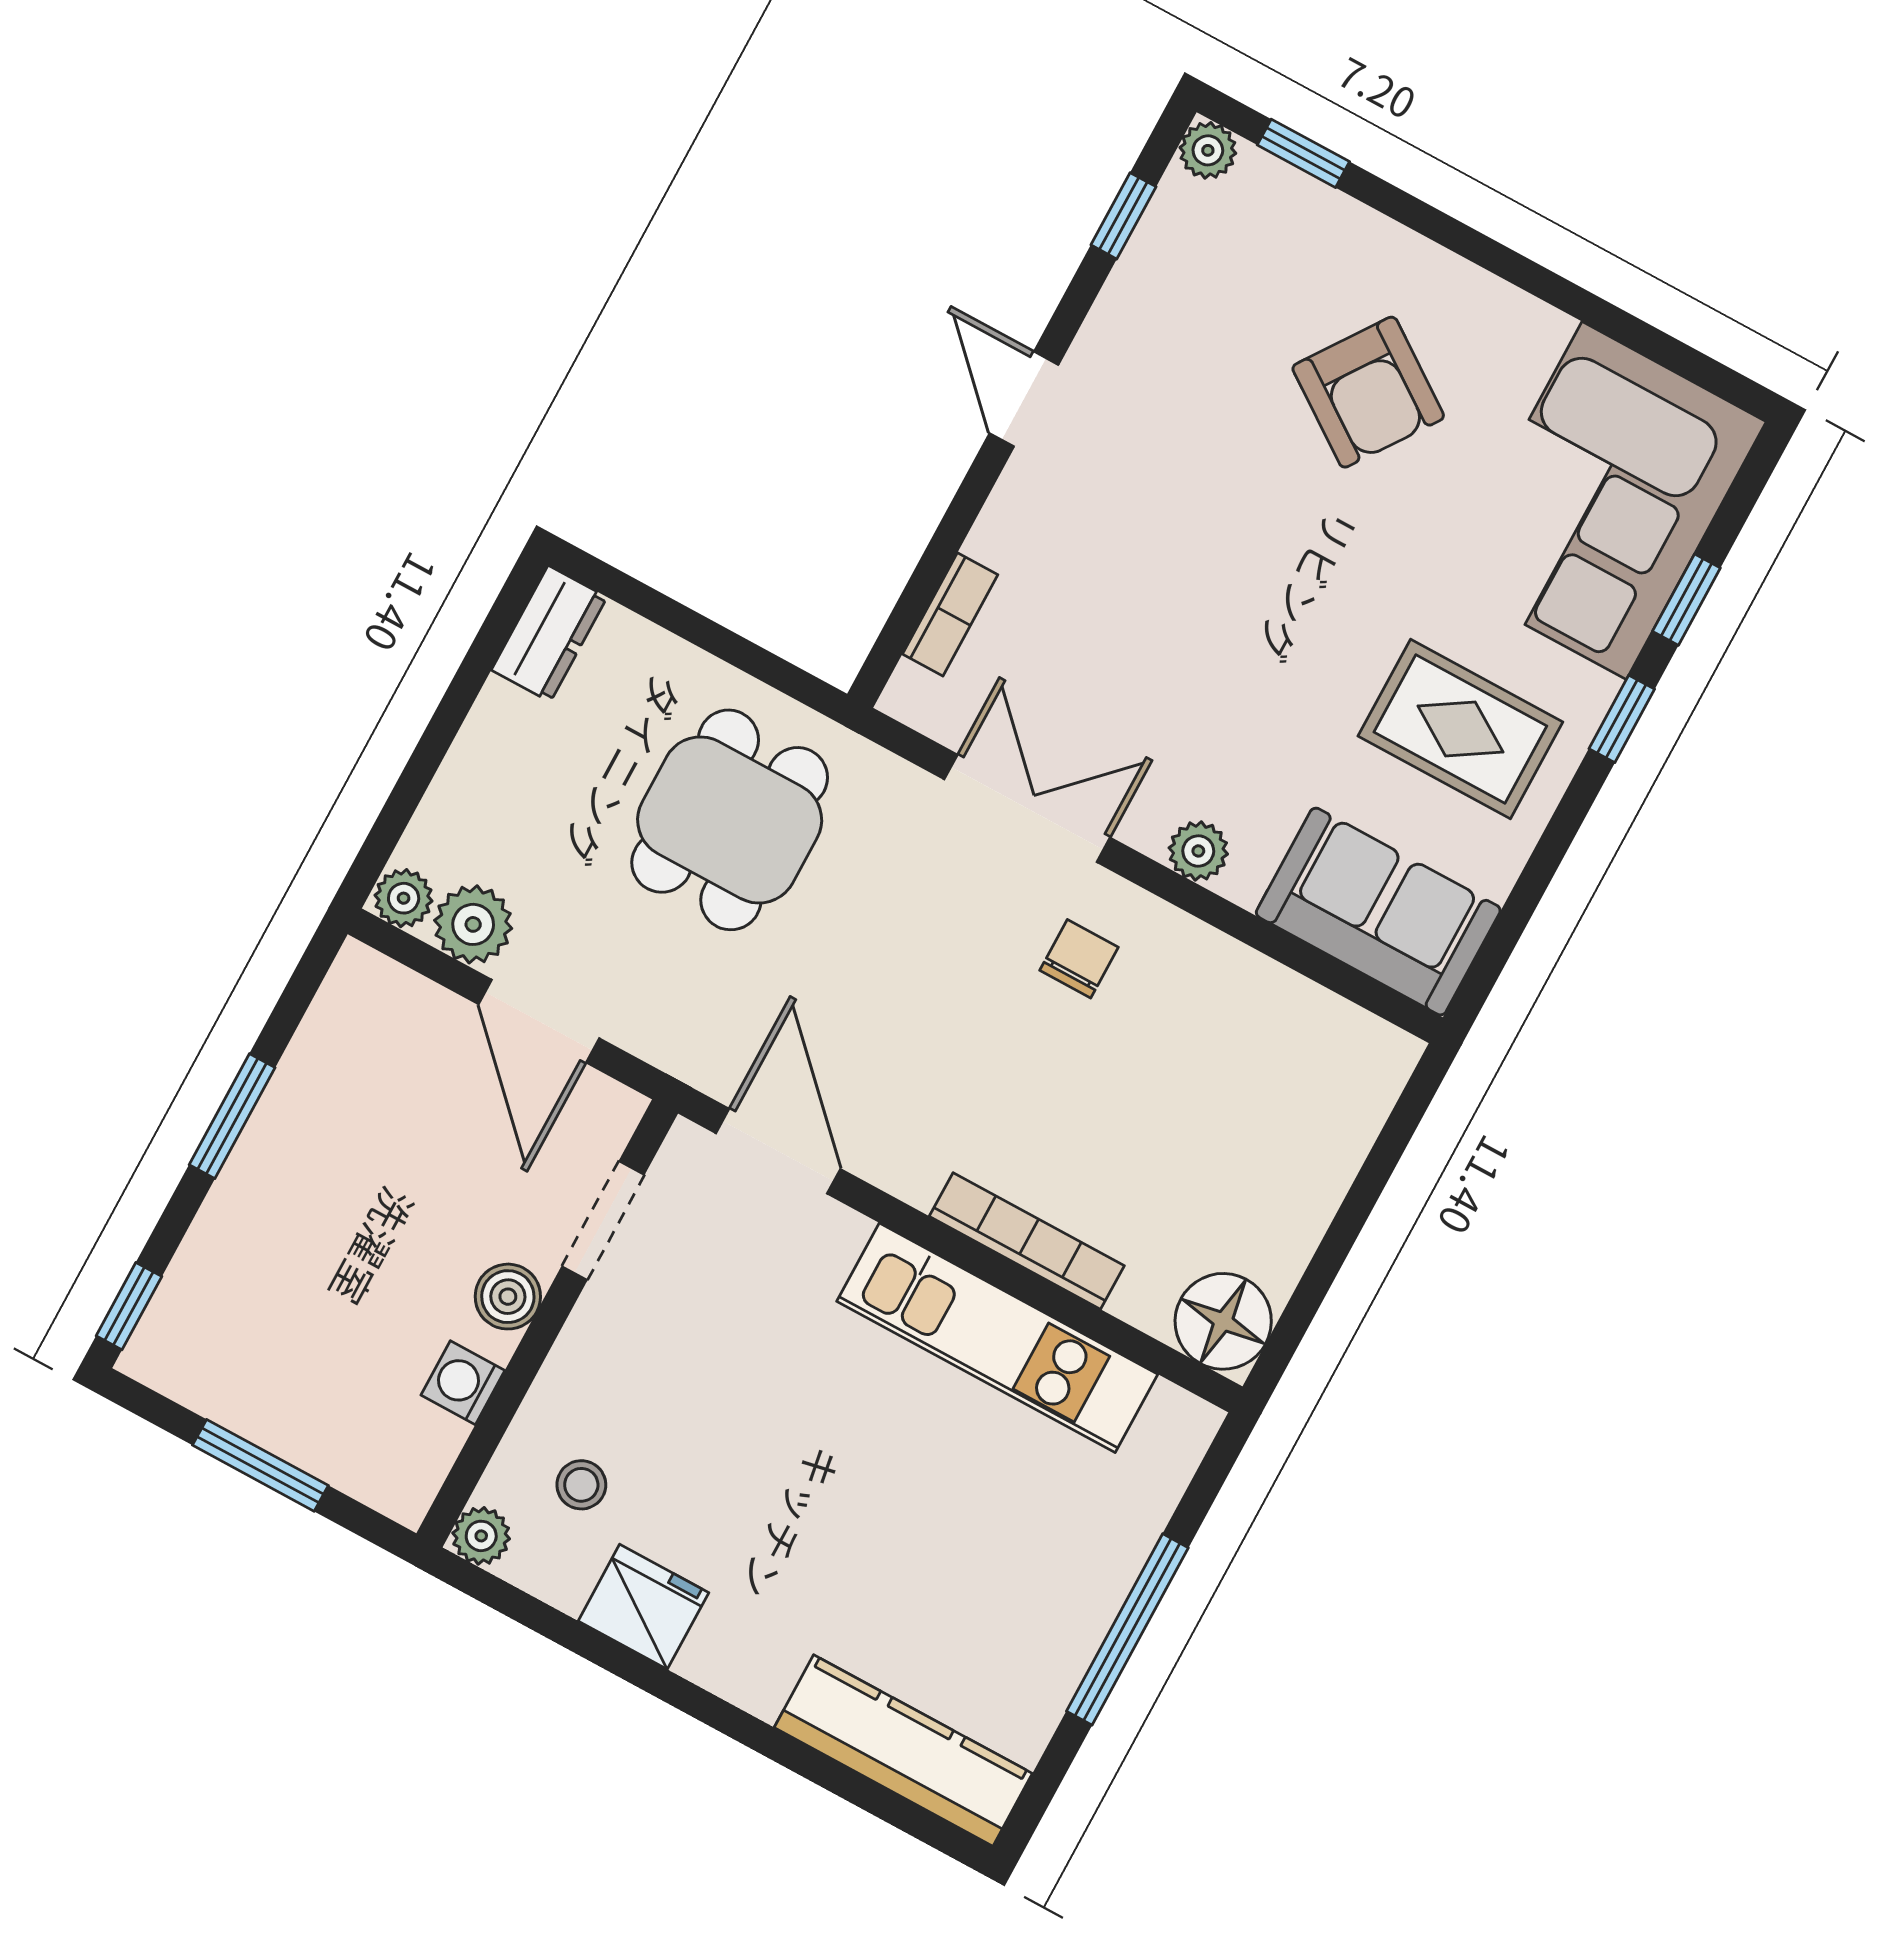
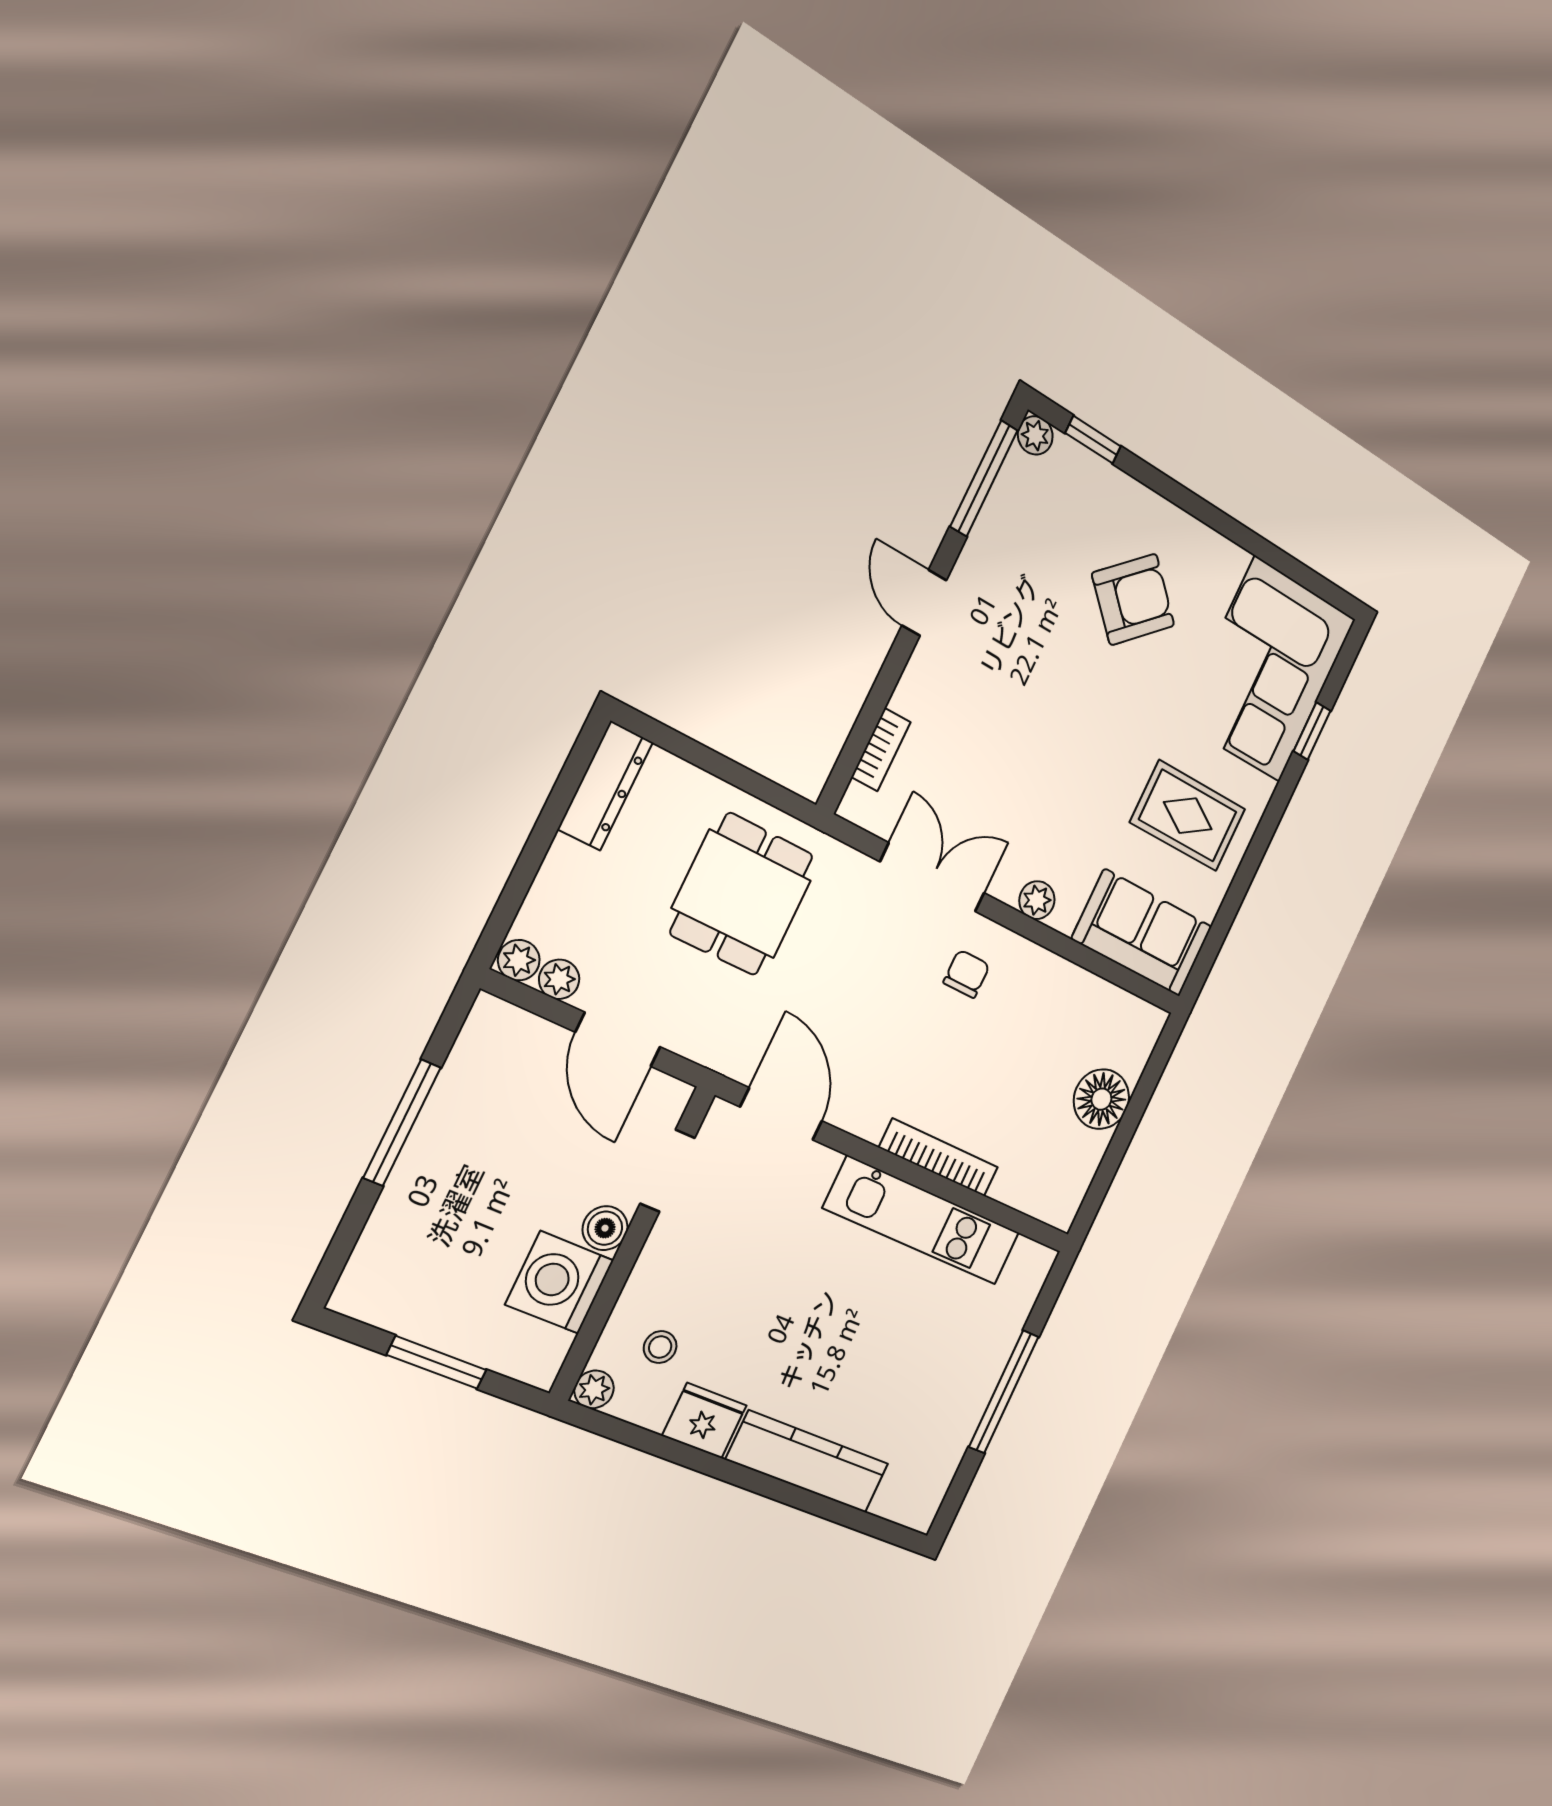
window: (1123, 216) -> (984, 478), width x2.17
armchair: (1368, 392) -> (1133, 599), turned -79
dresser: (549, 634) -> (605, 786), width x1.44
window: (1622, 719) -> (1277, 806), removed
plant: (473, 924) -> (559, 979), width x0.73, depth x0.73
window: (232, 1116) -> (402, 1123), width x1.44
window: (129, 1306) -> (333, 1264), removed
floor lamp: (1223, 1321) -> (1101, 1099), moved
washing machine: (463, 1383) -> (560, 1282), width x1.89, depth x1.89
kitchen counter: (903, 1750) -> (808, 1462), moved

